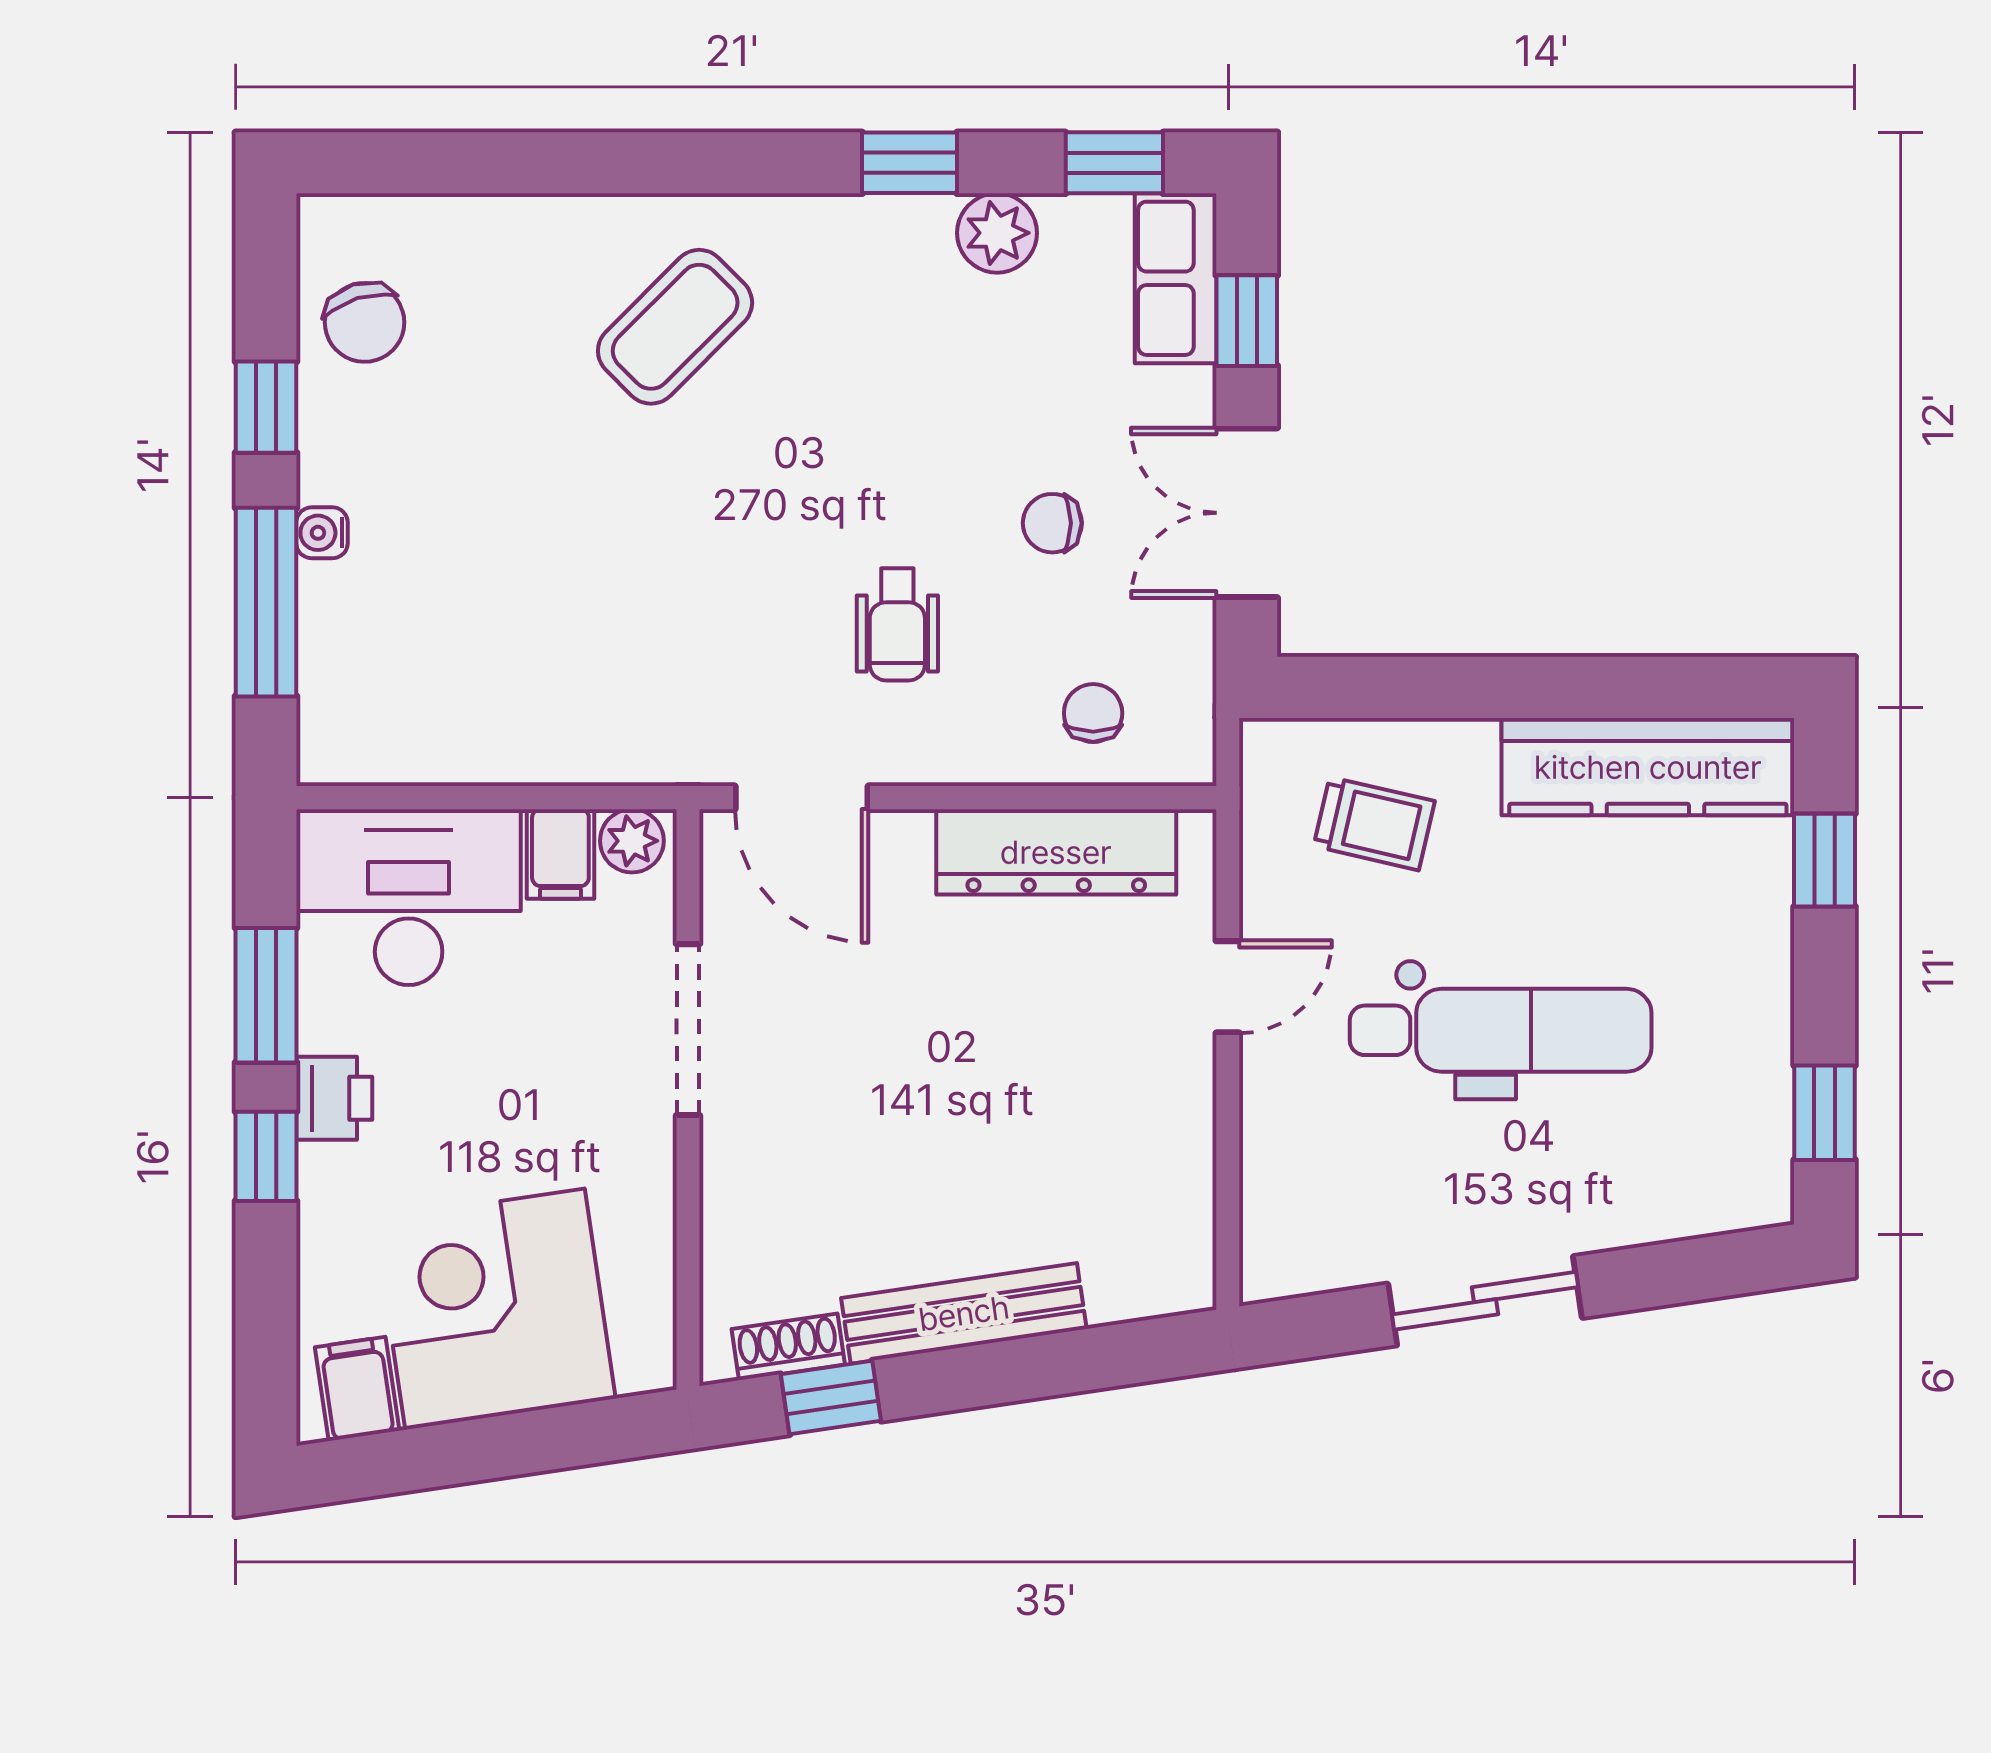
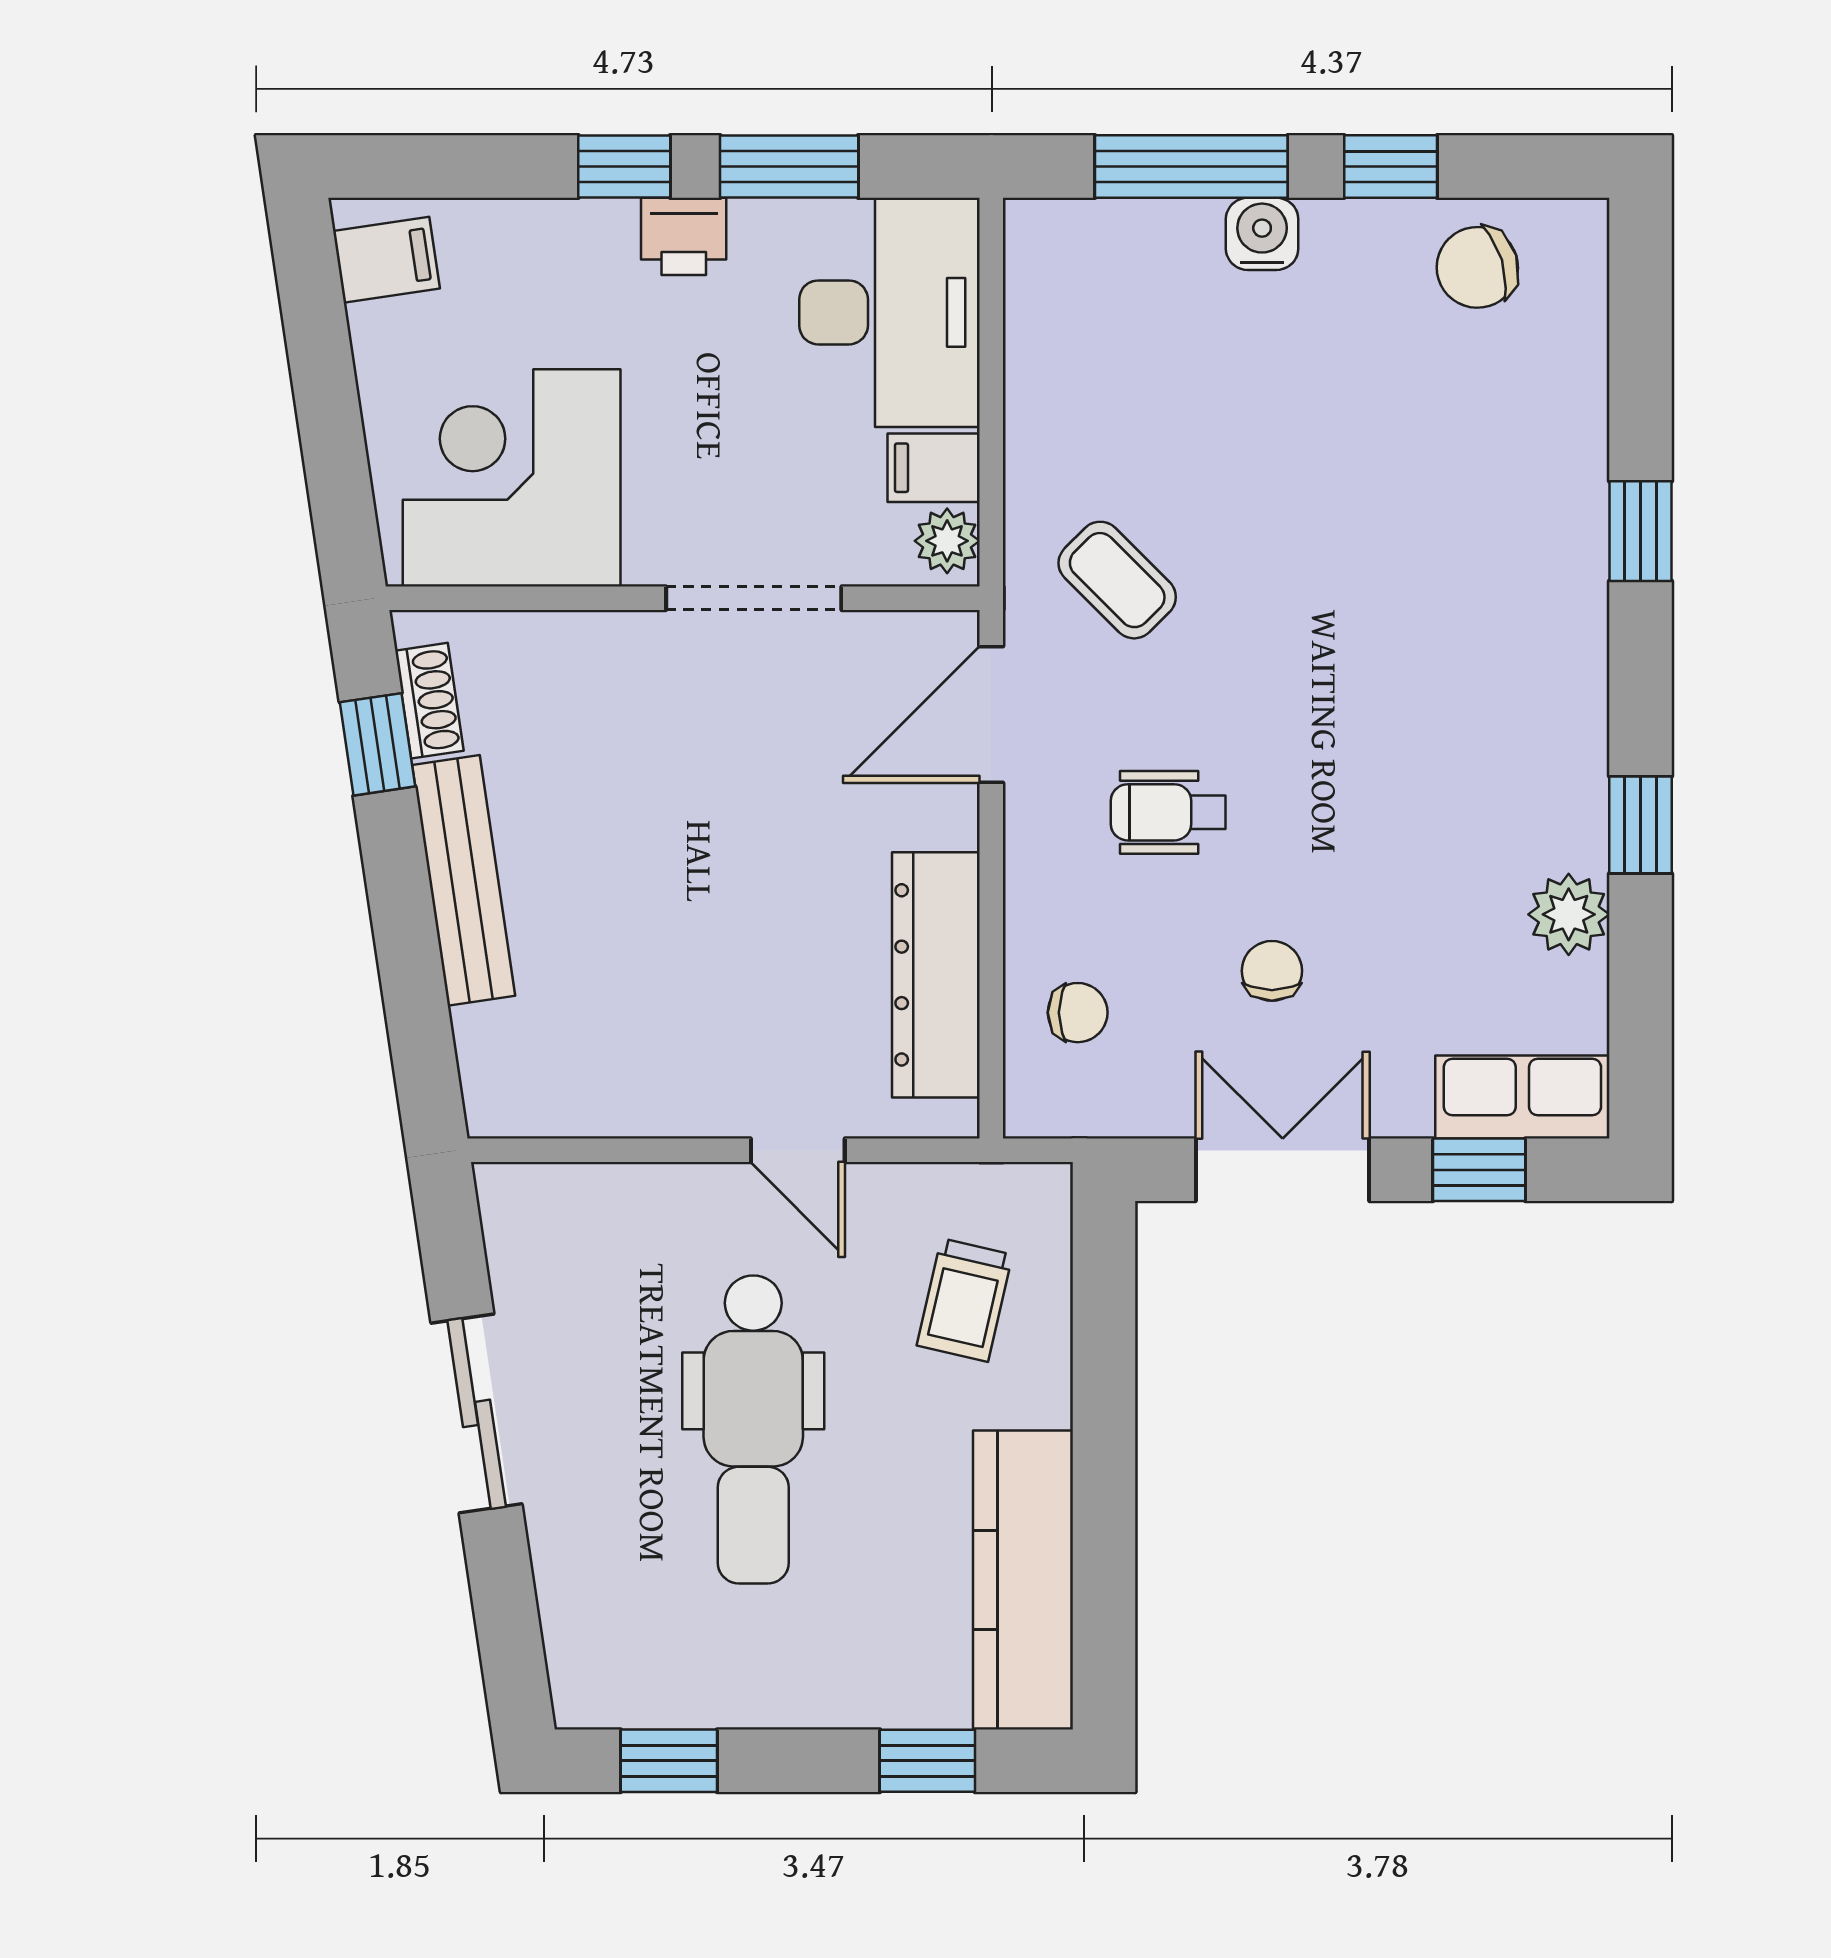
window: (1114, 163) -> (1641, 531), moved
coffee table: (675, 327) -> (1117, 580), moved, width x0.73, depth x0.77
water cooler: (322, 533) -> (1262, 234), width x1.38, depth x1.38
corner desk: (495, 1309) -> (512, 478), moved, turned -82

